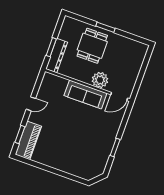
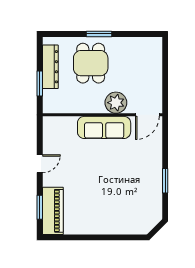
dresser: (57, 56) -> (50, 67), moved

